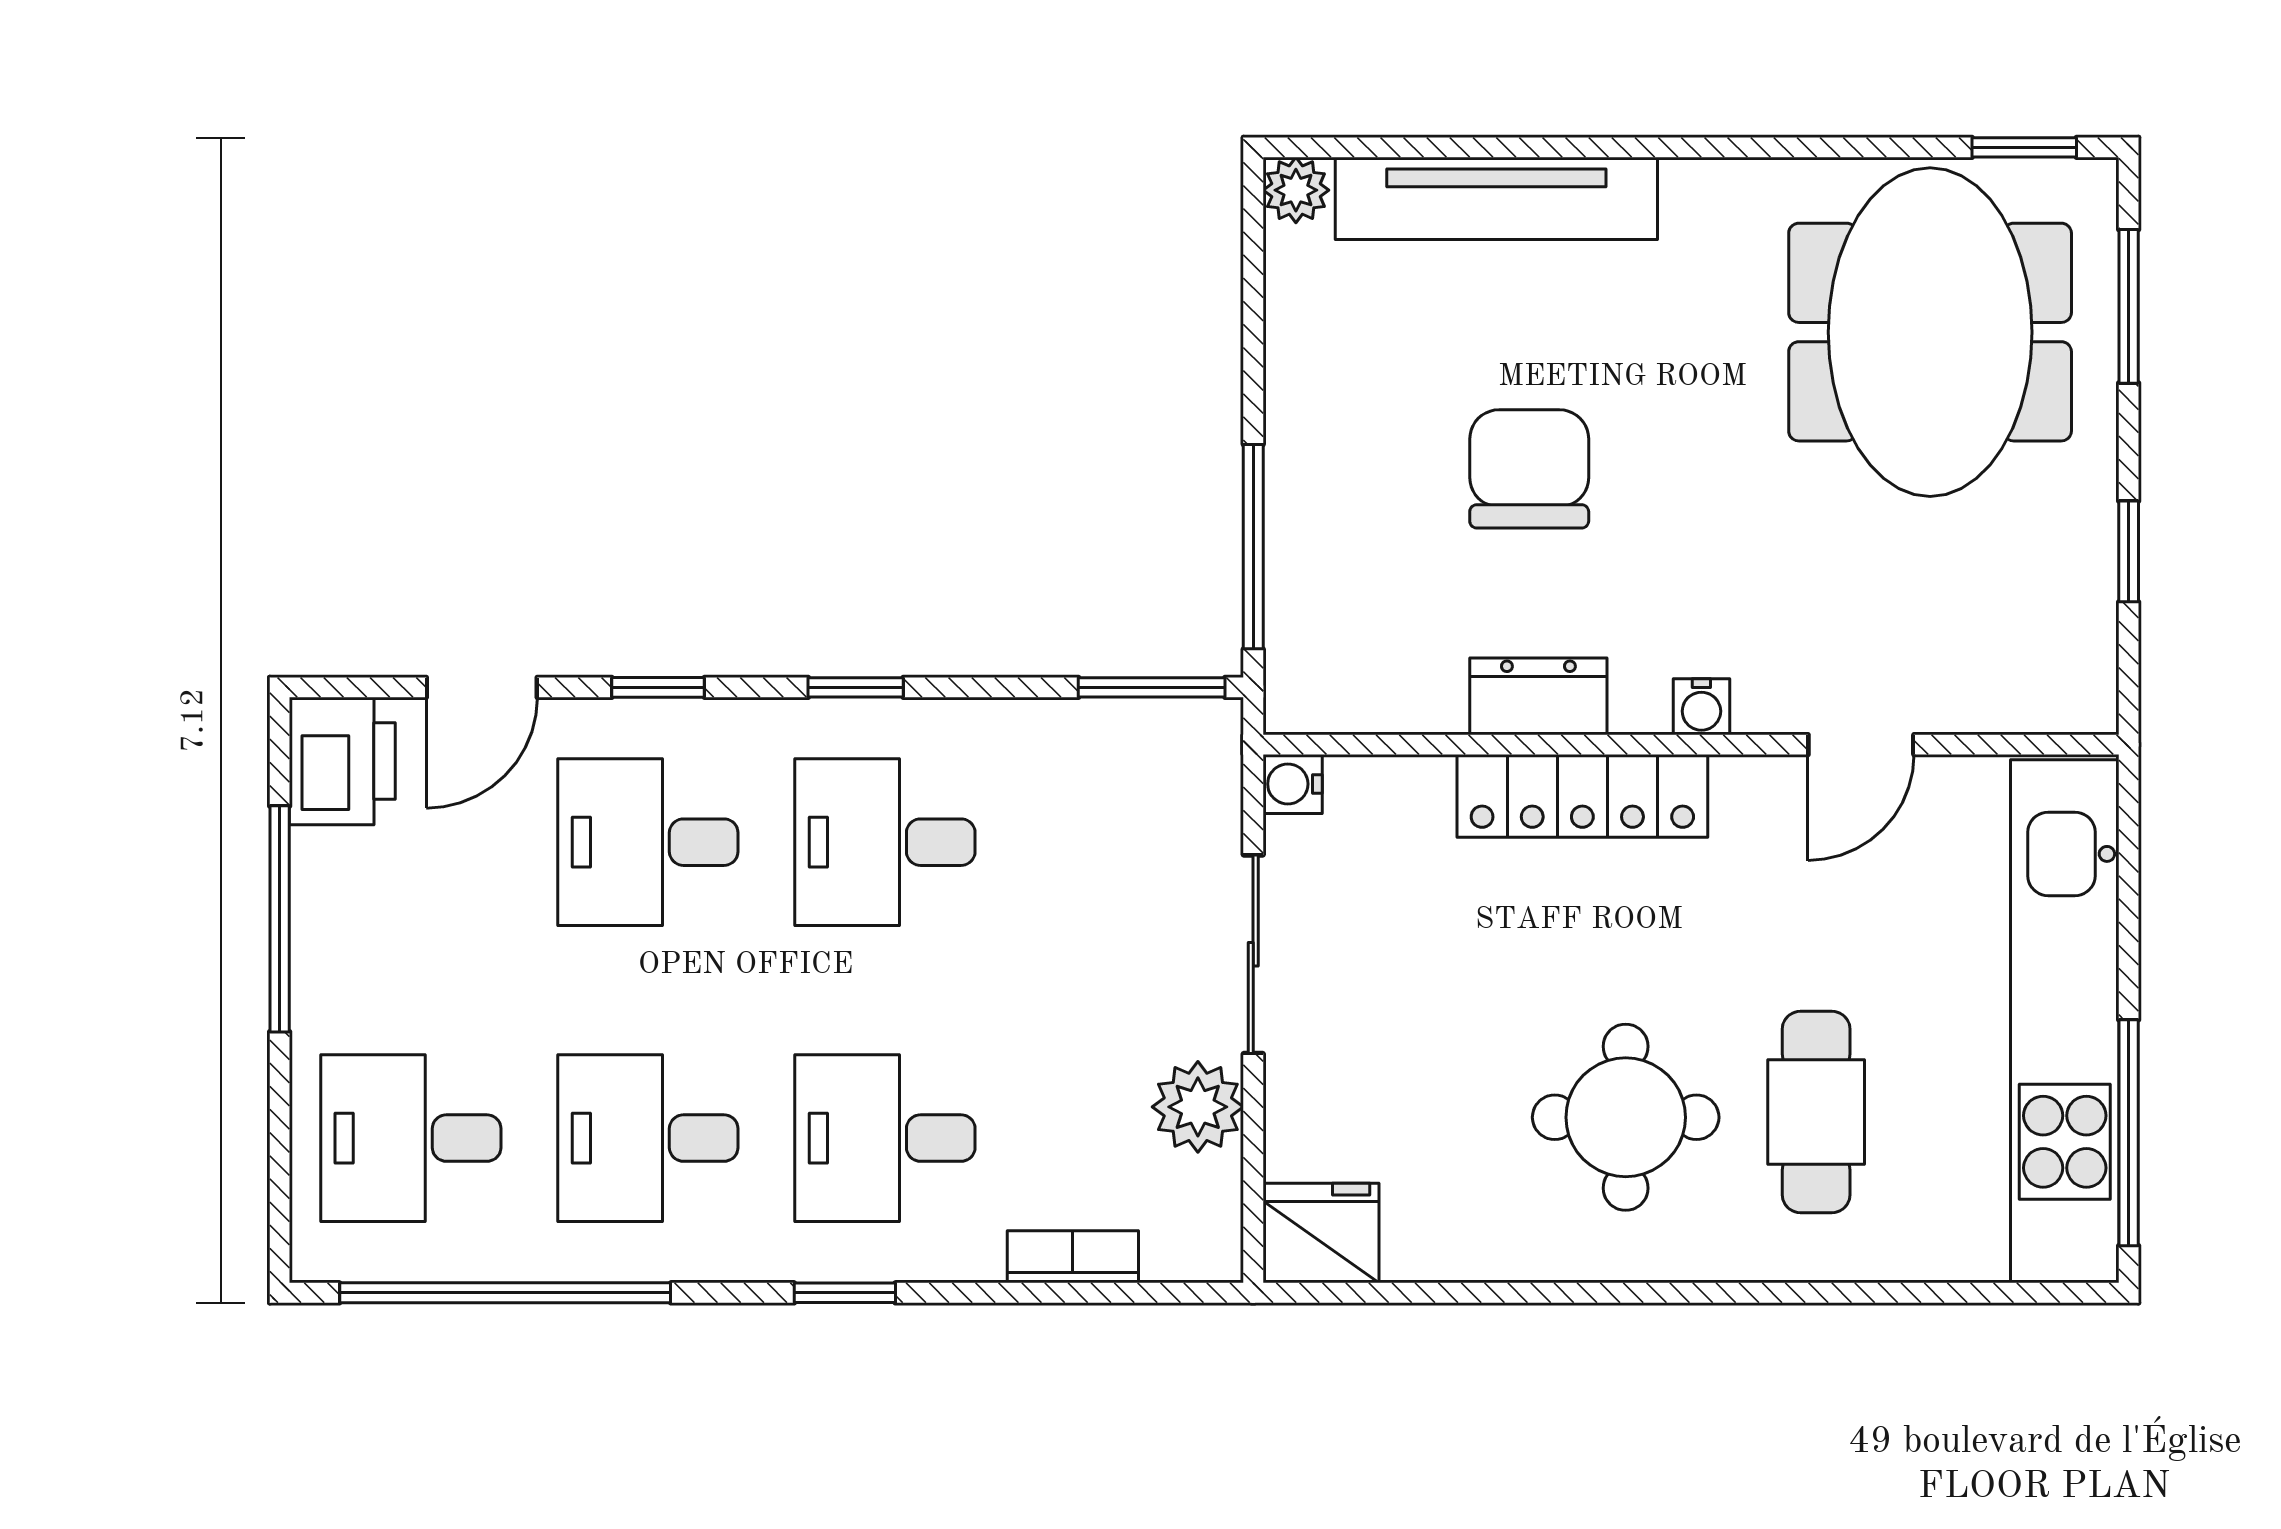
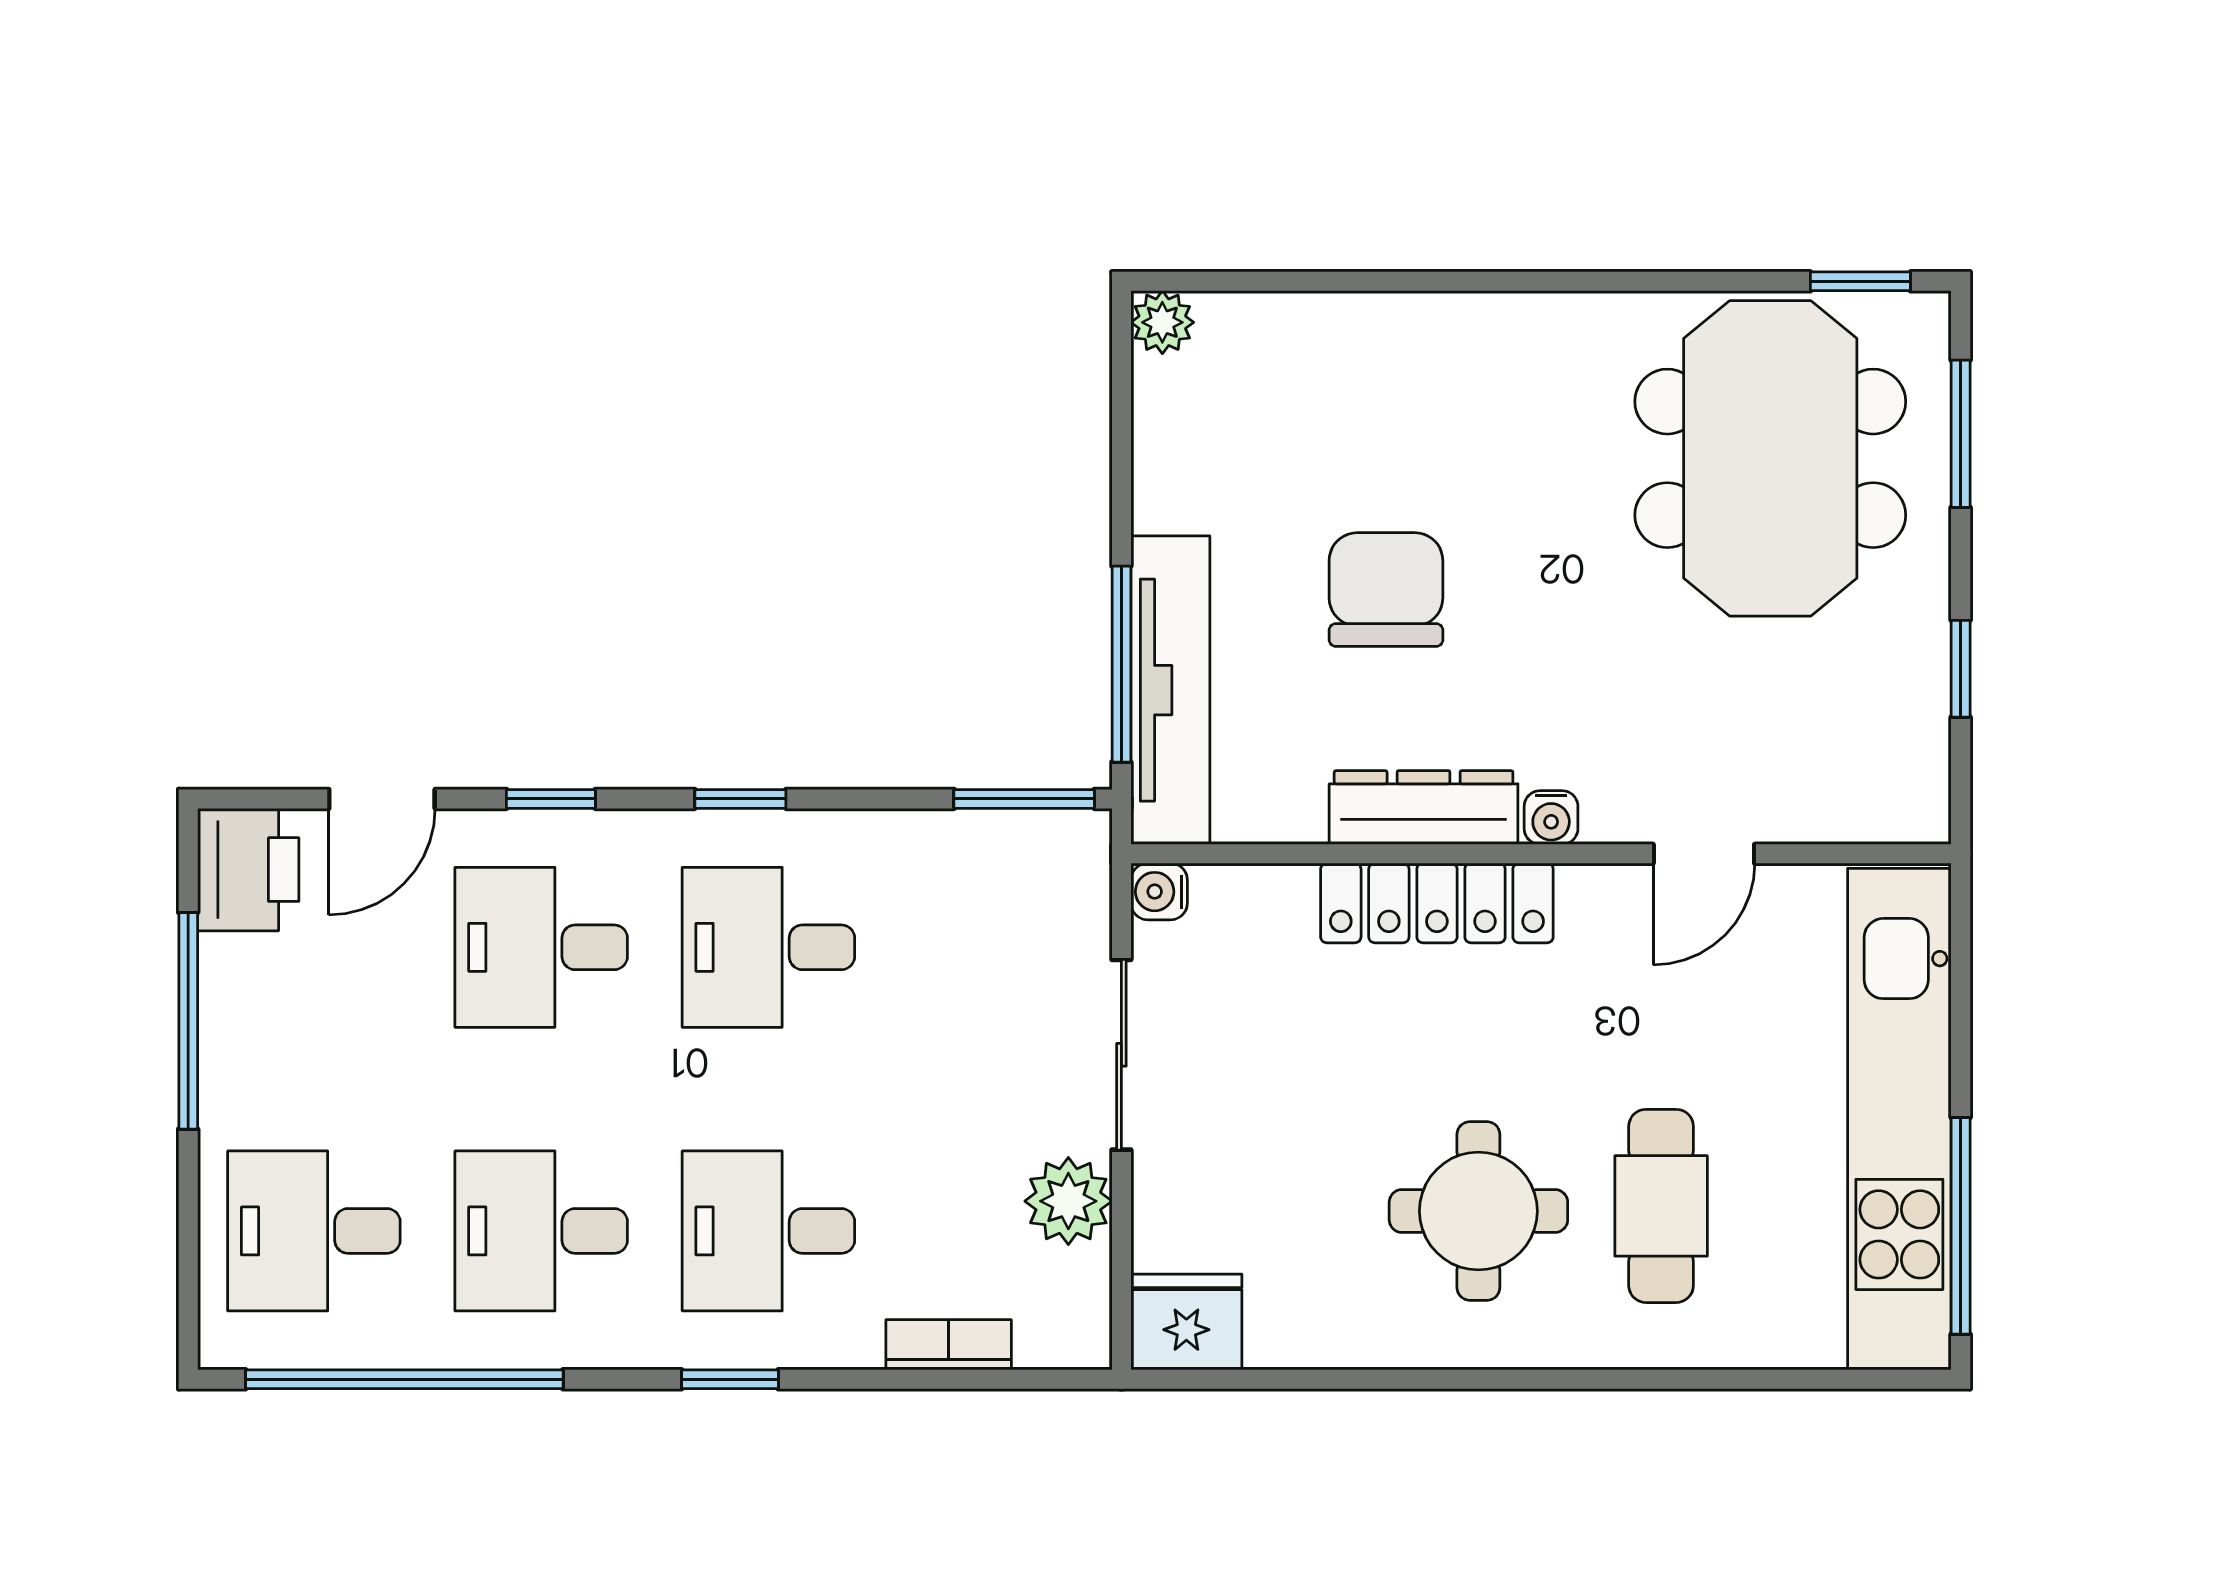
tv unit: (1496, 198) -> (1170, 690), moved, turned -90
dresser: (1538, 696) -> (1424, 808), width x1.44

